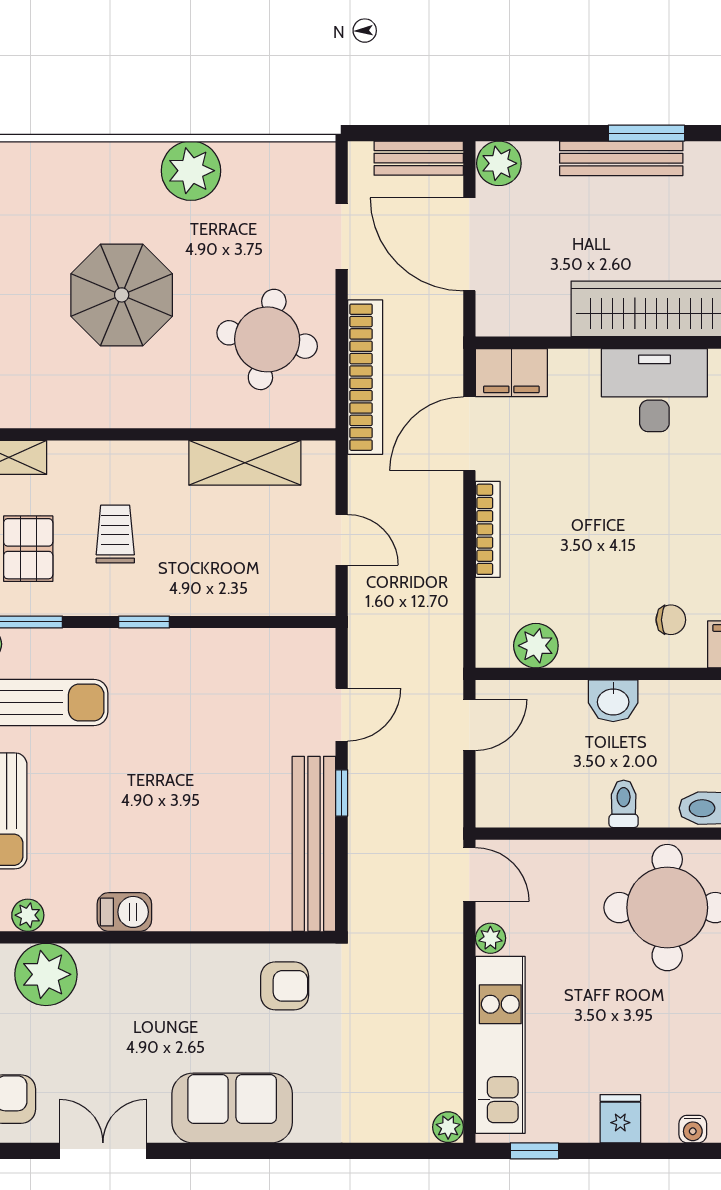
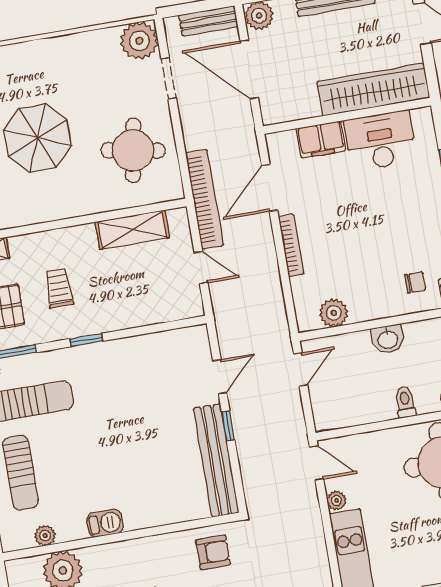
plant: (191, 171) -> (139, 41), moved
filing cabinet: (511, 373) -> (321, 140), moved
bookcase: (365, 377) -> (204, 199), moved

